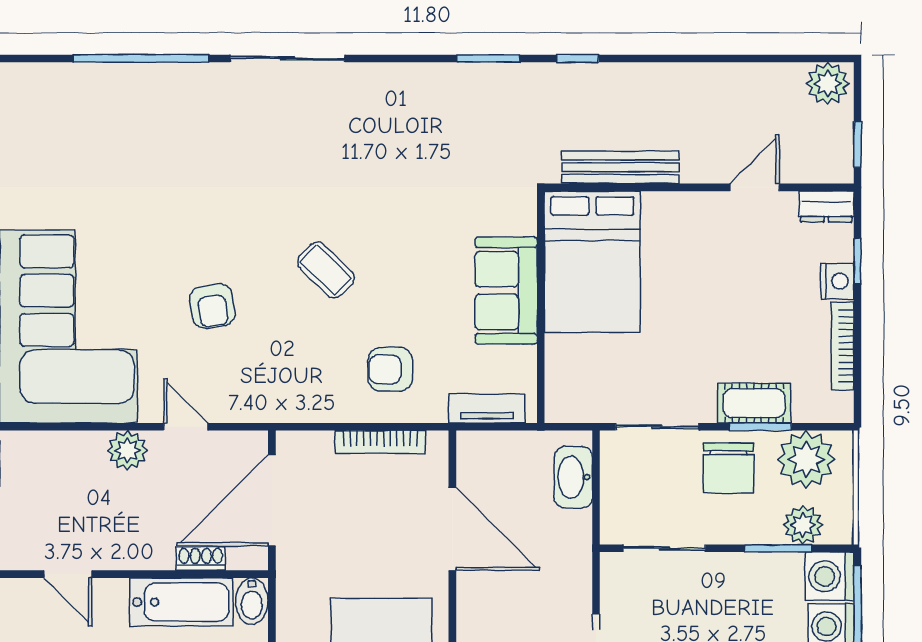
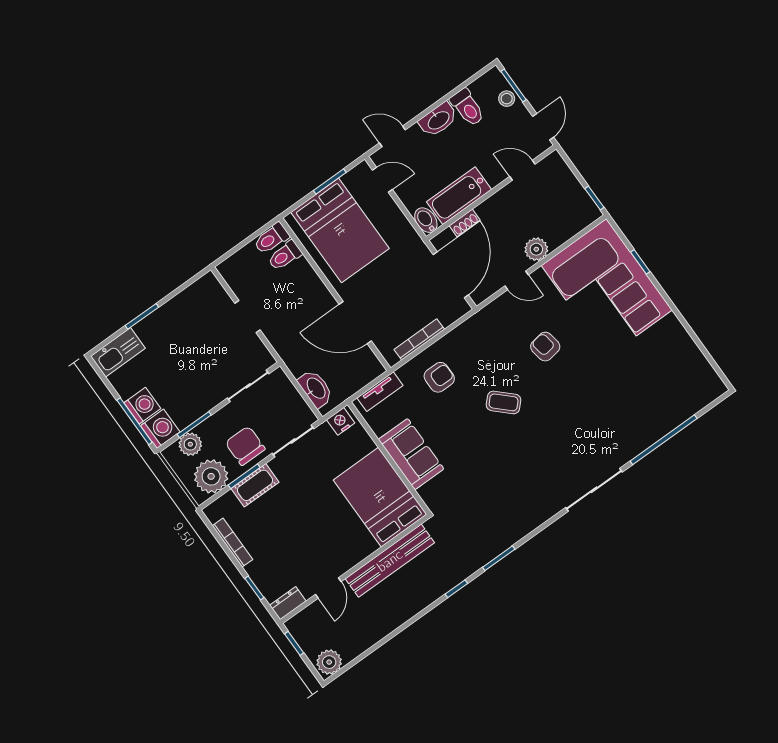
bench: (620, 167) -> (390, 561), width x1.37, depth x1.21
nightstand: (837, 281) -> (341, 421), moved, turned 90

